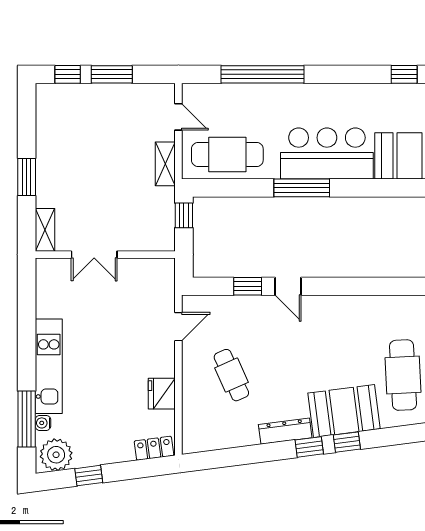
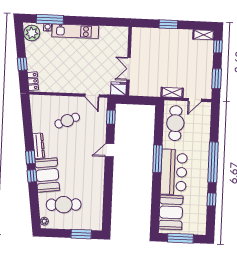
window: (112, 74) -> (217, 79), moved
window: (262, 74) -> (213, 162), moved
window: (404, 74) -> (212, 199), moved
window: (184, 215) -> (146, 101), removed
shelving: (45, 230) -> (204, 35), moved
double door: (94, 255) -> (128, 69), moved
window: (248, 286) -> (111, 117), moved
fridge: (162, 394) -> (118, 89), moved
window: (89, 476) -> (22, 64), moved

